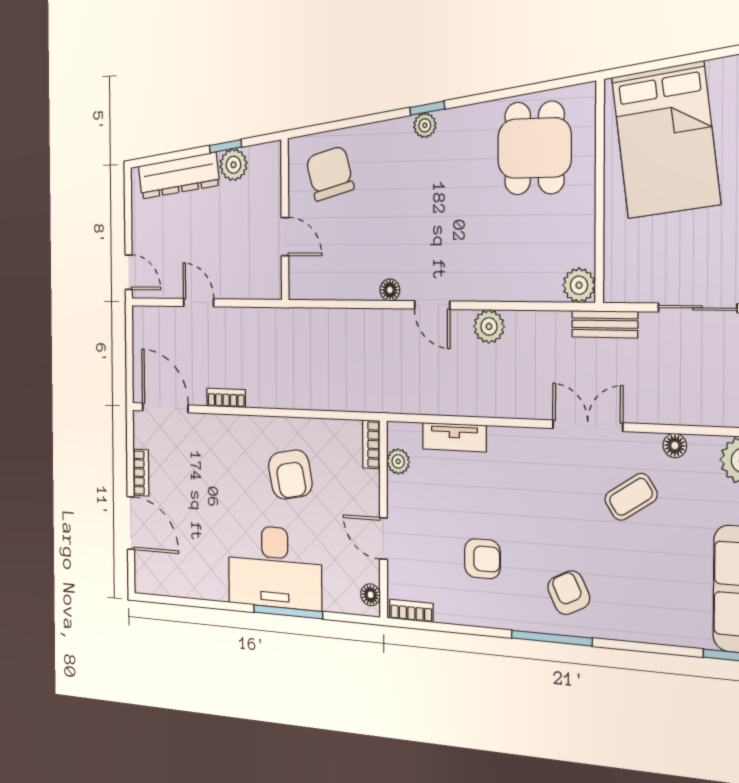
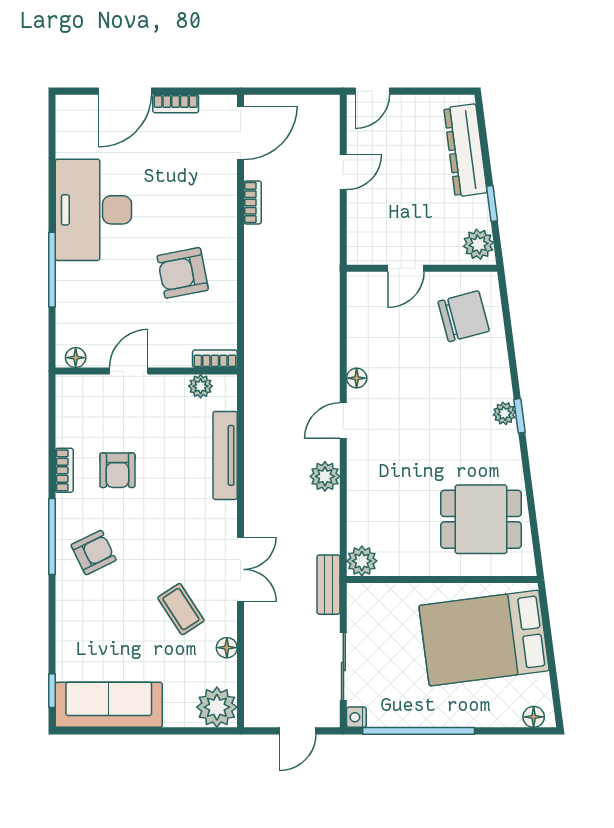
plant: (233, 165) -> (478, 244), moved
tv unit: (454, 437) -> (225, 455), width x1.41
desk: (275, 567) -> (93, 210), moved
bookcase: (411, 611) -> (64, 470), moved

